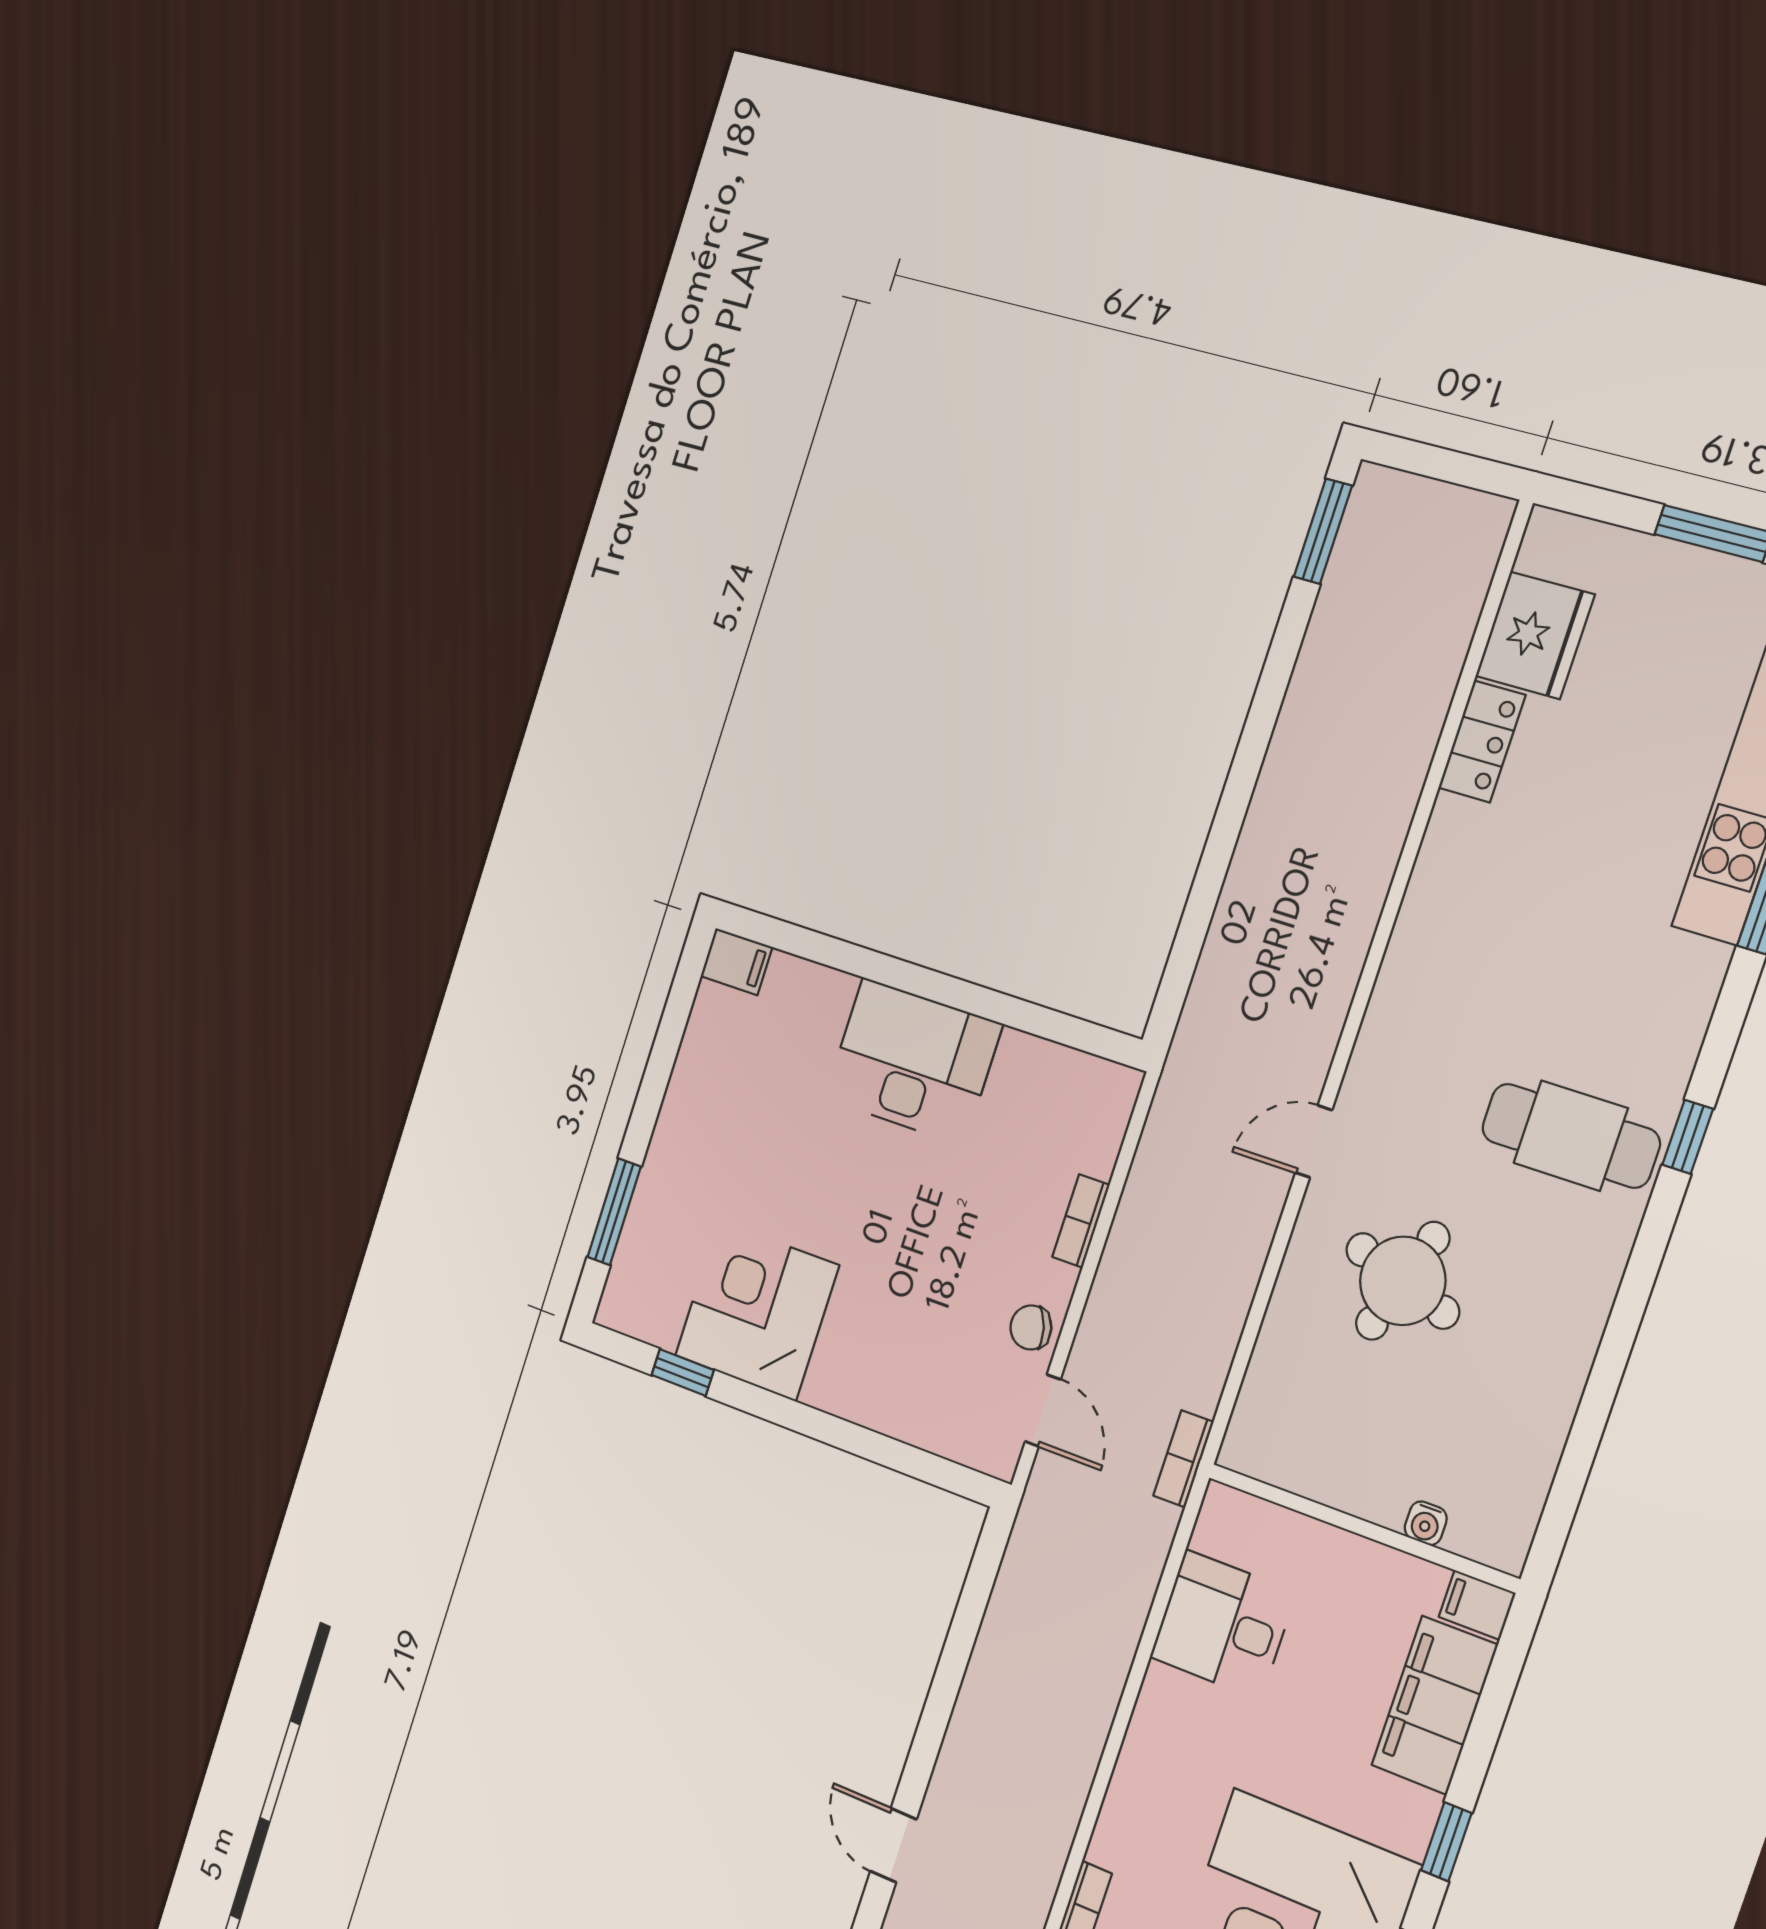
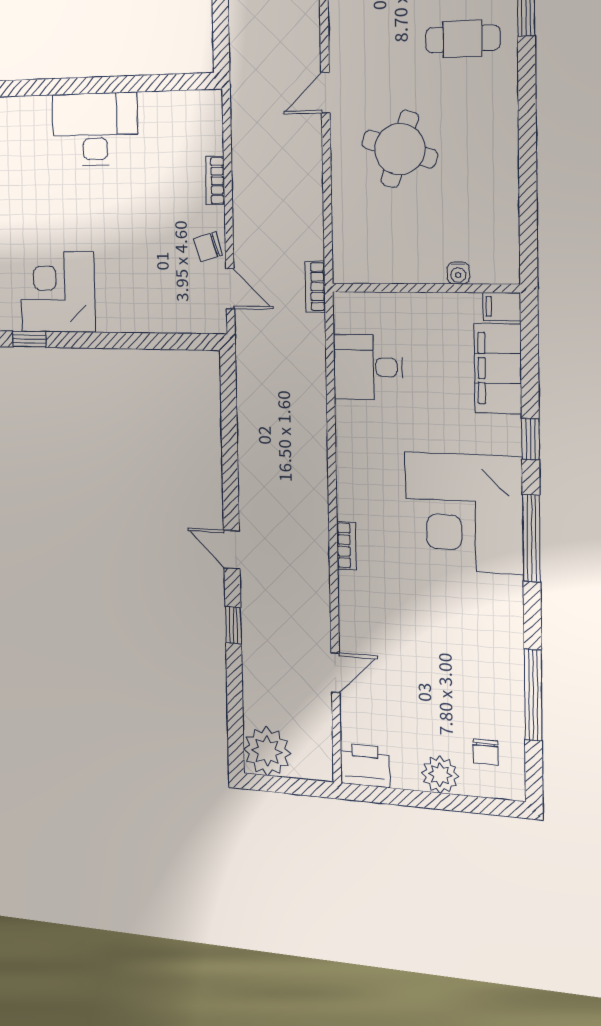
cafe table: (1571, 1136) -> (463, 39), width x0.73, depth x0.74

